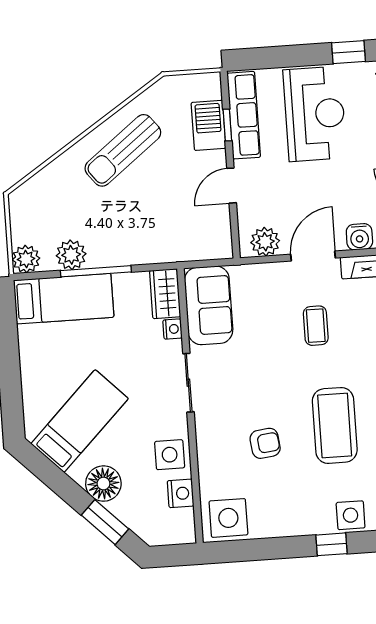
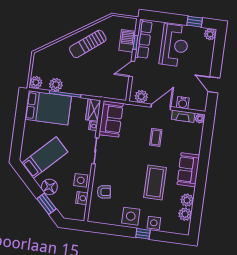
bed: (64, 299) -> (48, 108), width x1.50
armchair: (265, 443) -> (104, 192), moved
side table: (228, 518) -> (131, 216), moved

